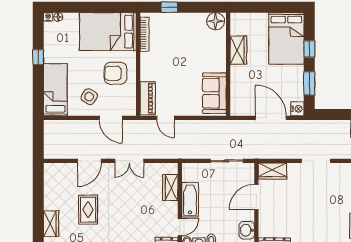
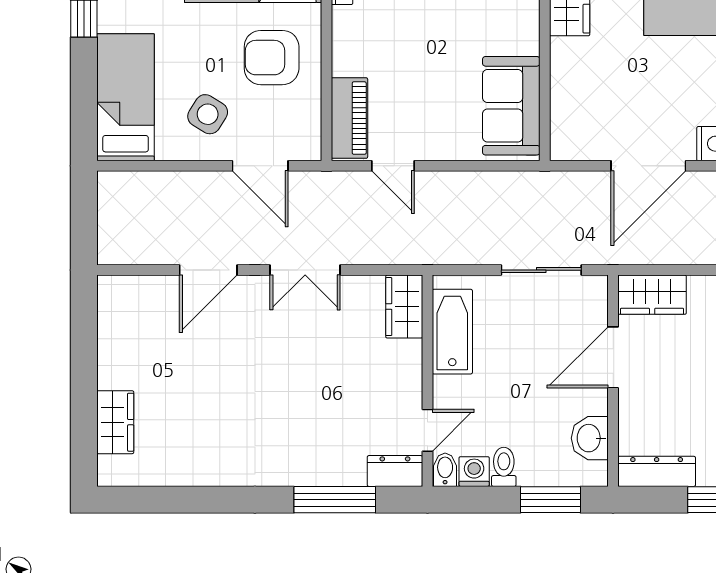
door: (271, 118) -> (648, 166), swing flipped
wardrobe: (170, 188) -> (404, 307), moved
bathtub: (190, 200) -> (452, 332), moved
rug: (88, 210) -> (205, 388), removed

